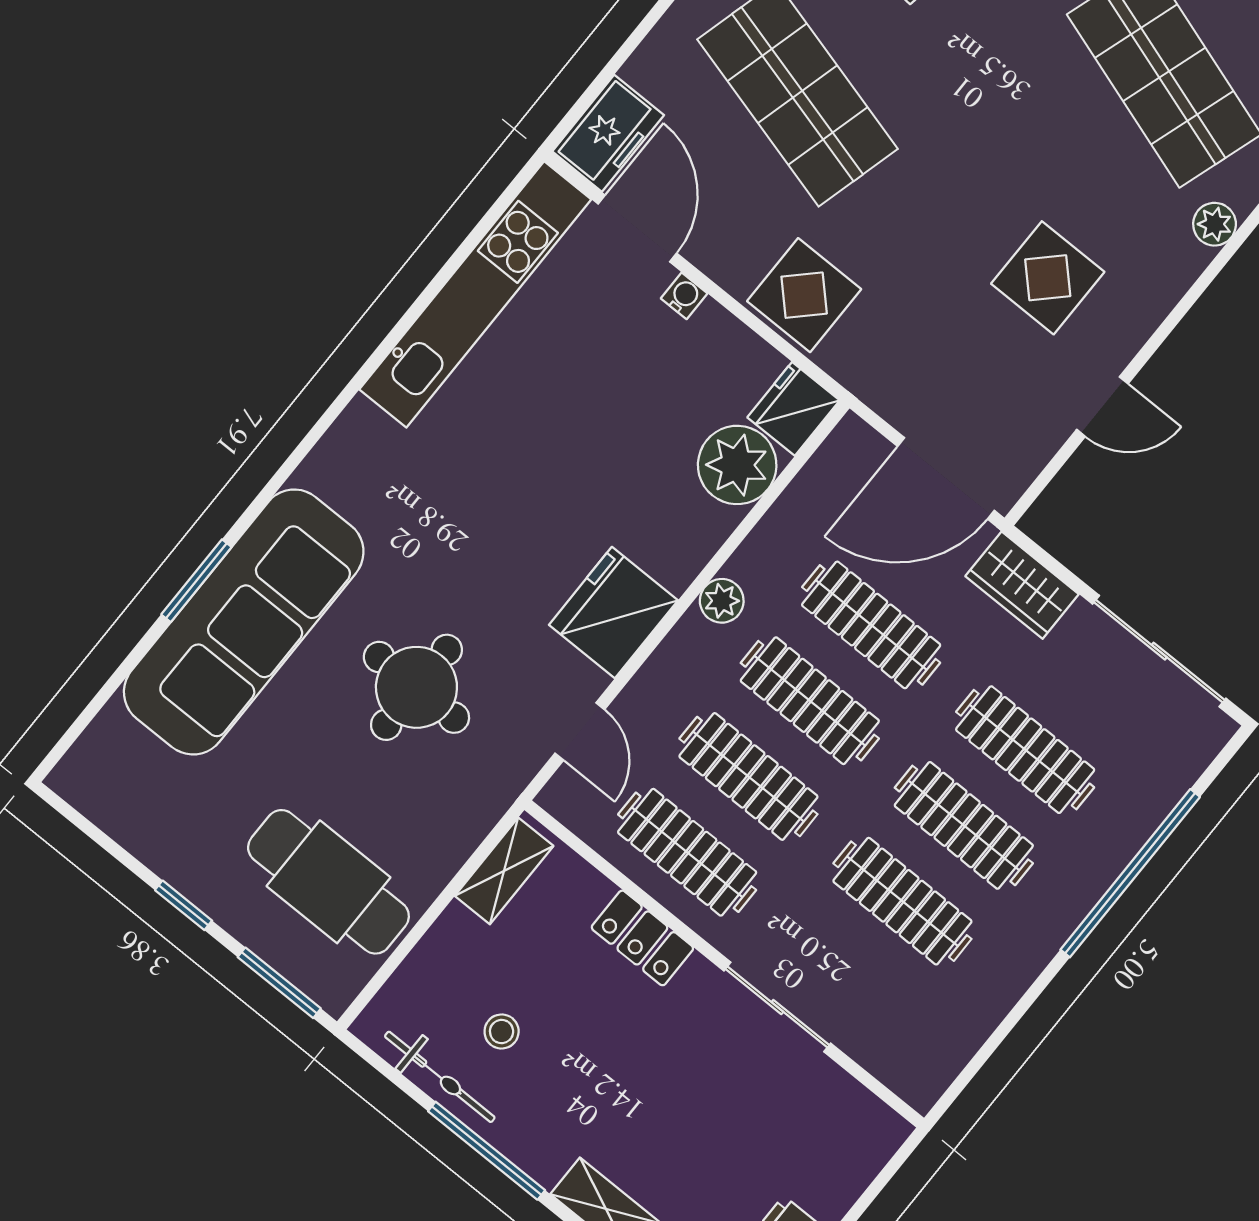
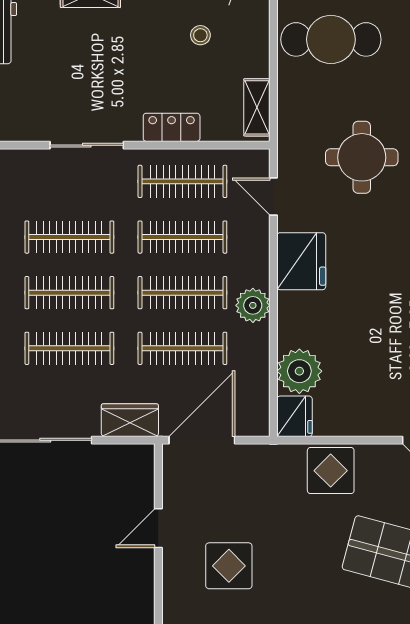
water cooler: (684, 296) -> (384, 427), removed
plant: (722, 601) -> (253, 305), width x1.38, depth x1.38

